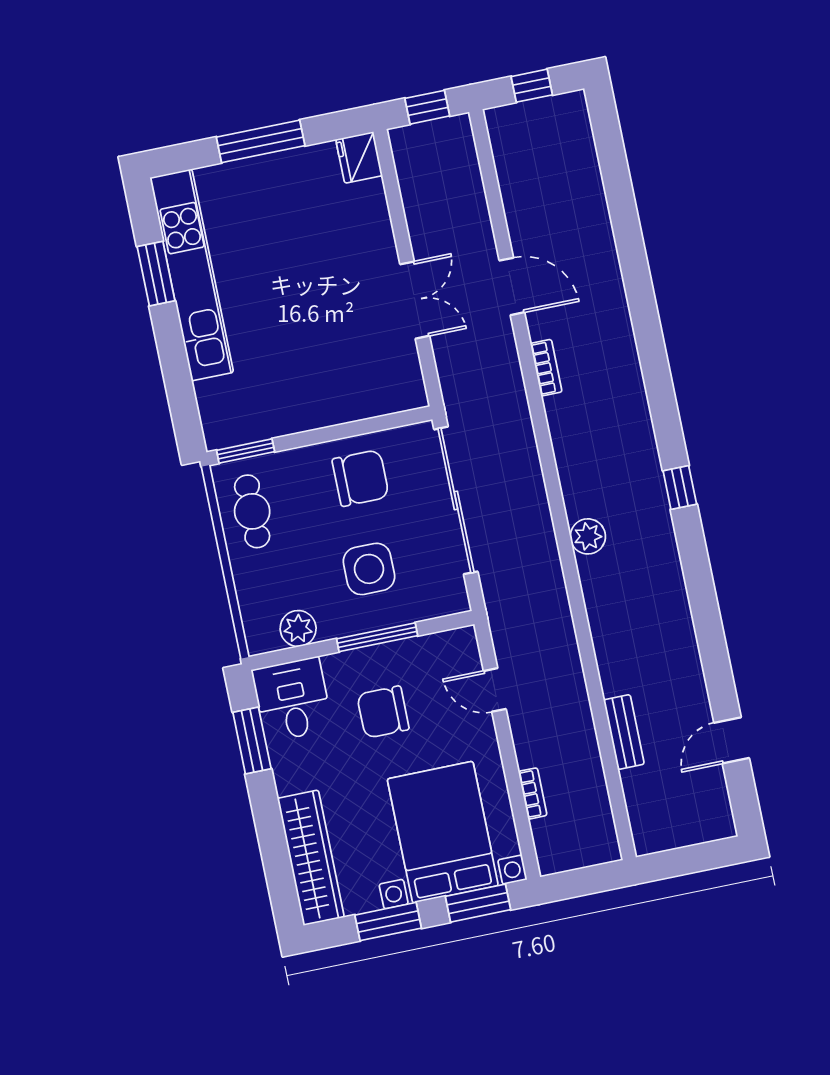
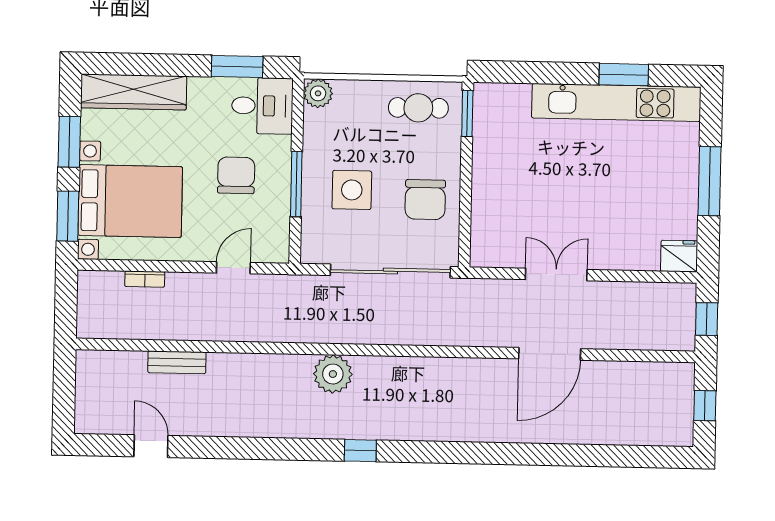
door: (512, 286) -> (550, 354), width x1.36
double door: (415, 300) -> (556, 274), swing flipped
bookcase: (546, 368) -> (479, 366), removed
plant: (588, 536) -> (333, 374), width x1.36, depth x1.36
plant: (298, 628) -> (318, 93), moved

